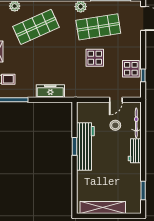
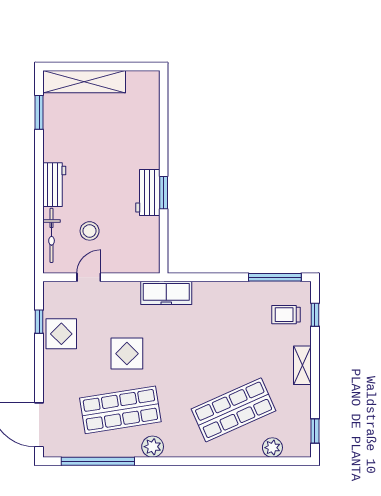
freezer: (50, 91) -> (166, 293), moved
workbench: (85, 146) -> (148, 193), width x0.53, depth x0.76
shelving: (103, 208) -> (84, 82), moved

